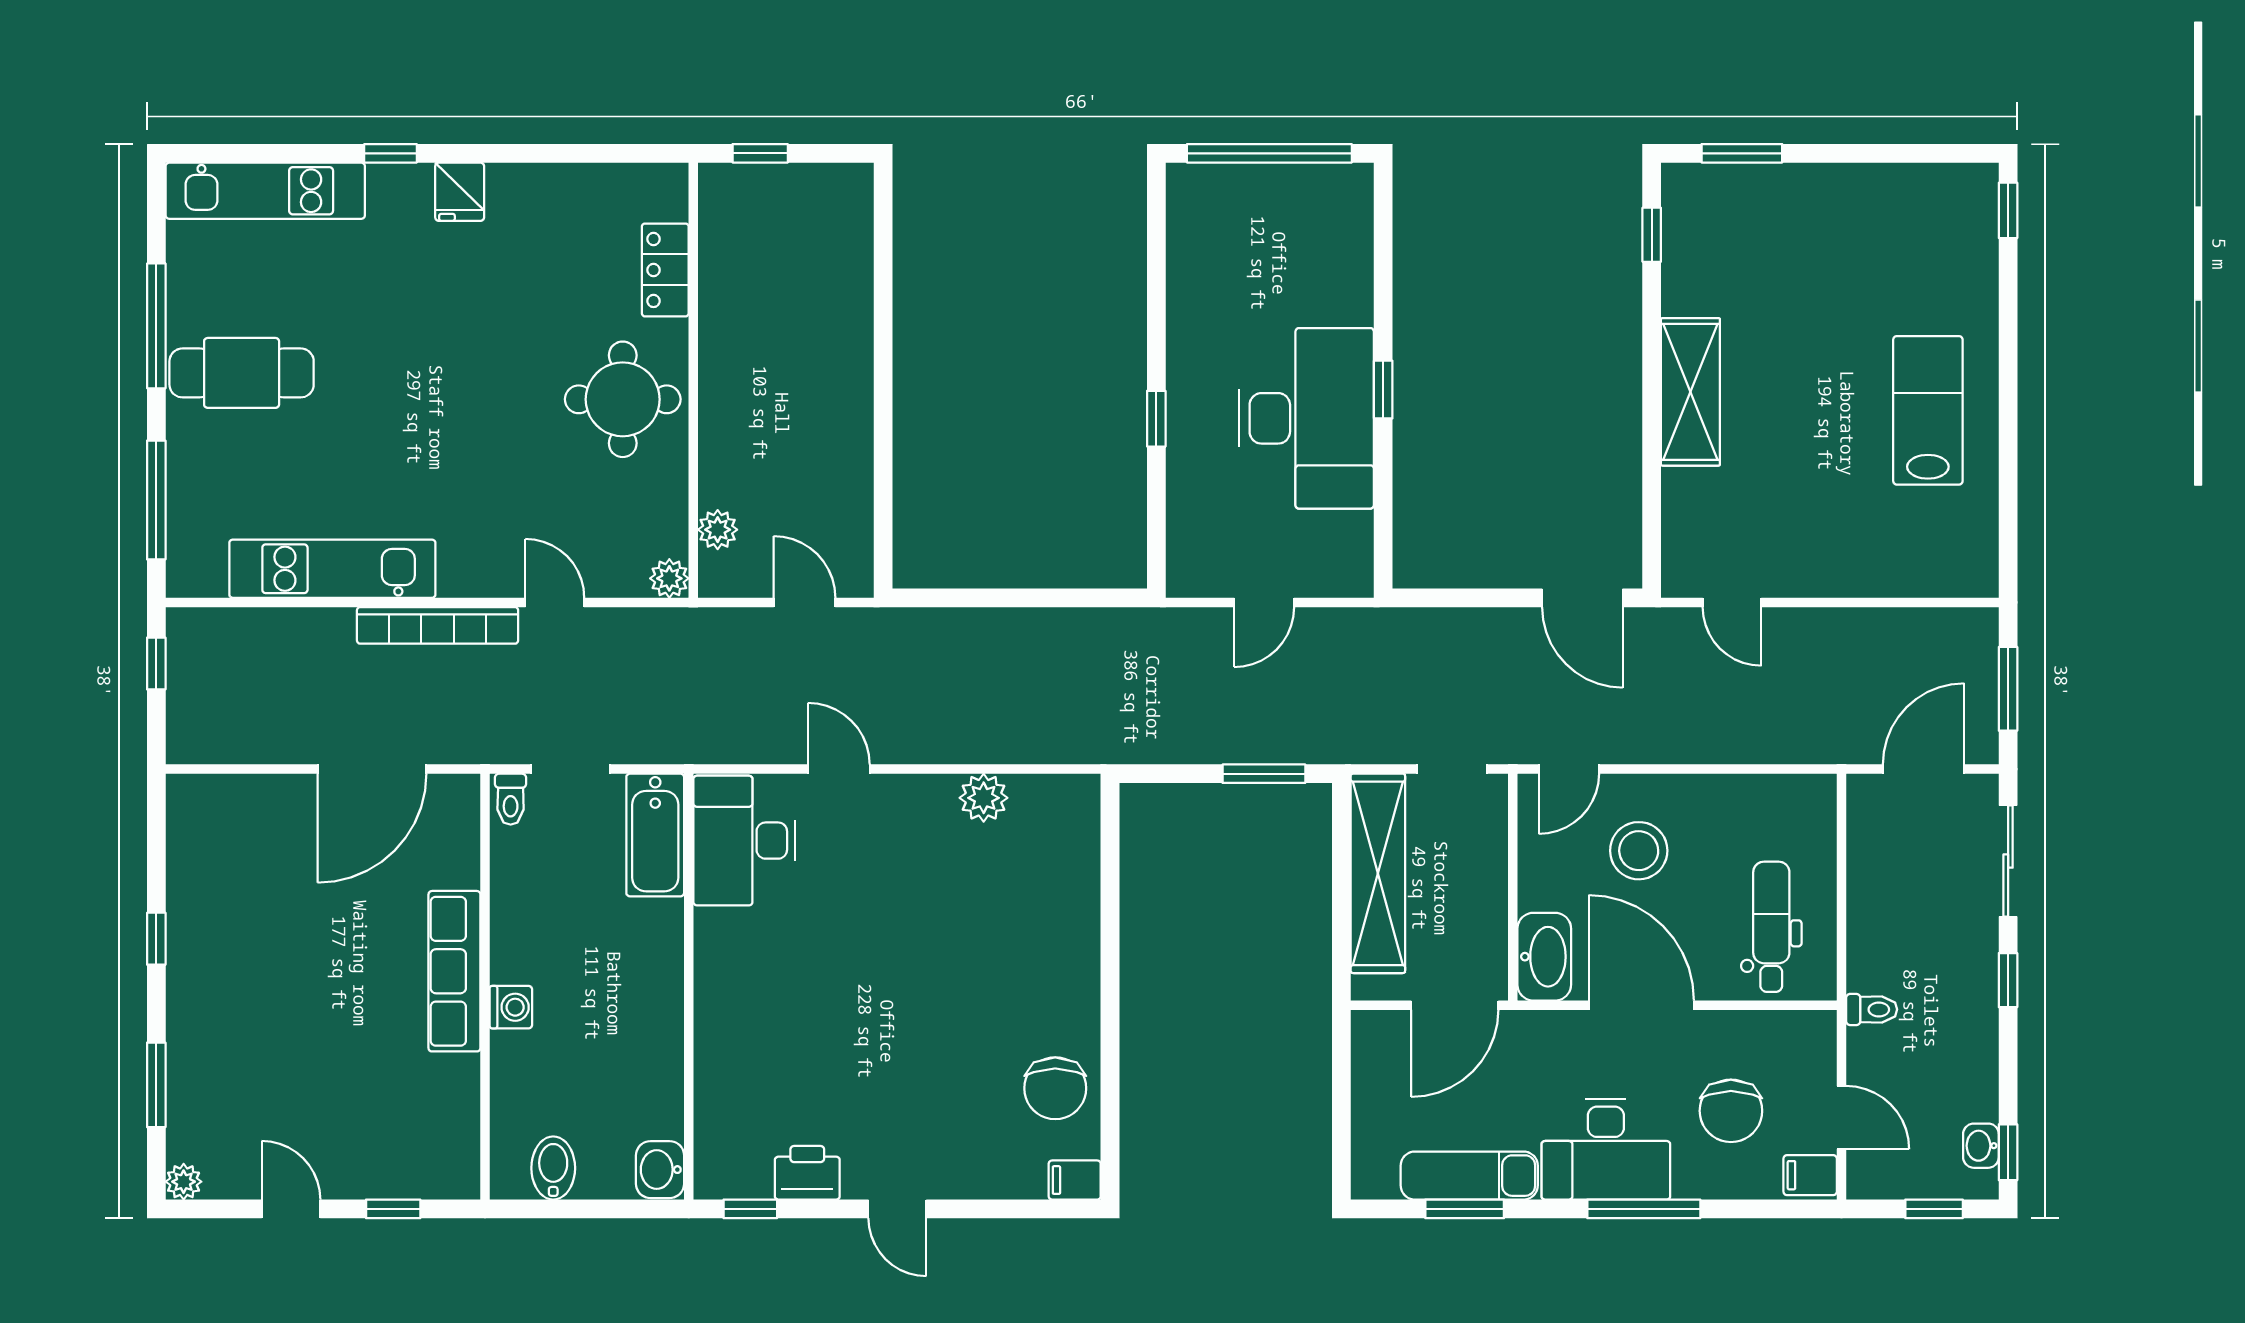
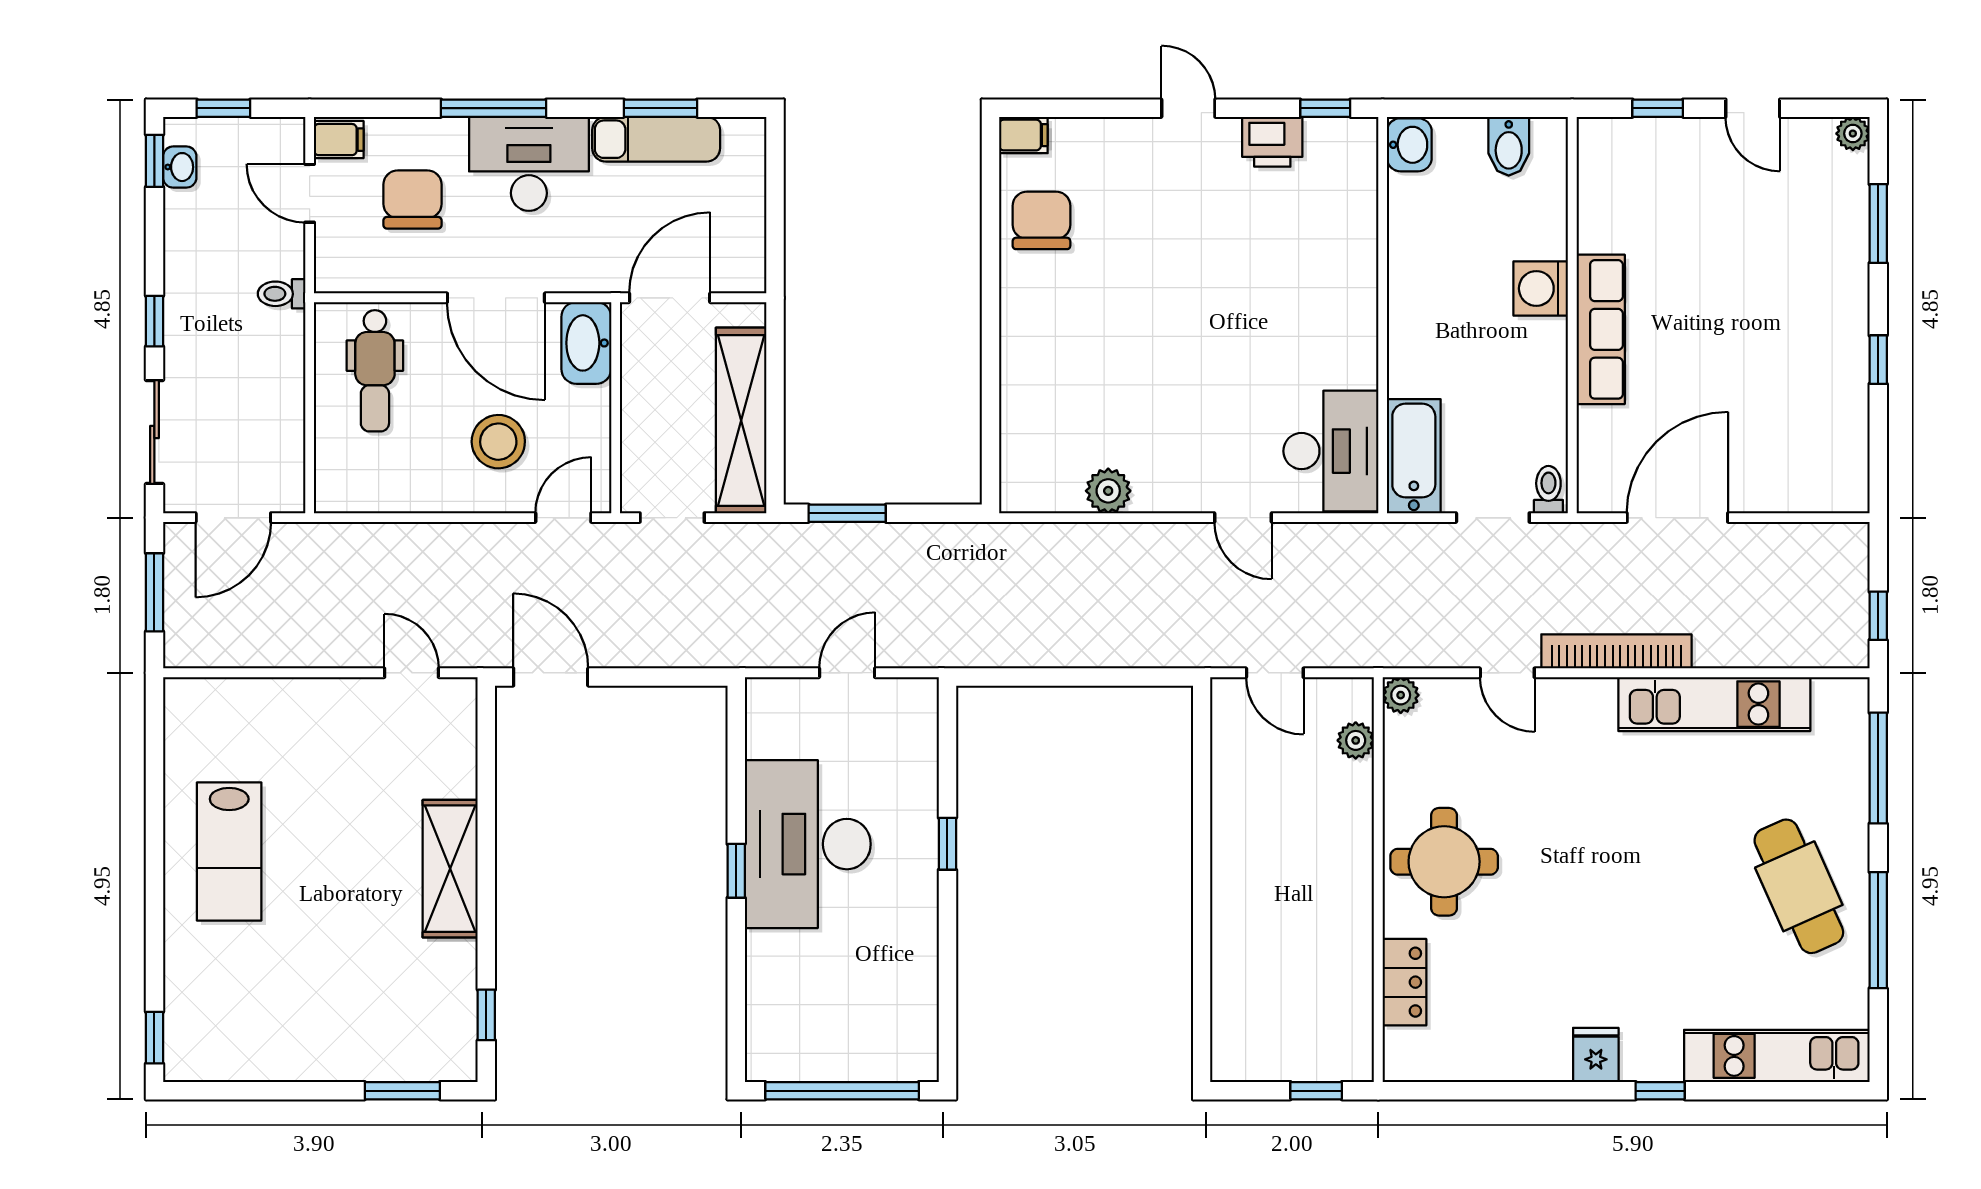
cafe table: (242, 373) -> (1799, 886), turned 66
washing machine: (511, 1007) -> (1541, 288), width x1.38, depth x1.38

